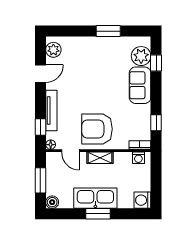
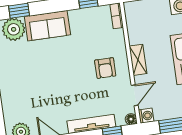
armchair: (97, 129) -> (105, 68), width x0.53, depth x0.53
washing machine: (138, 158) -> (146, 116), moved

